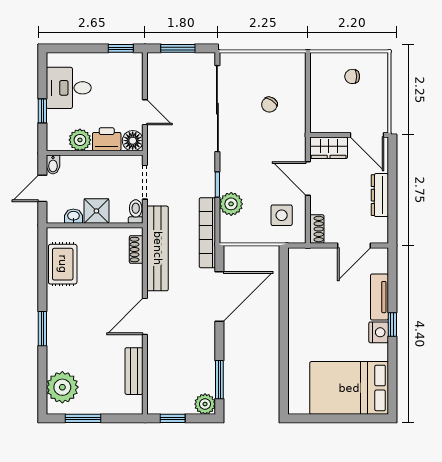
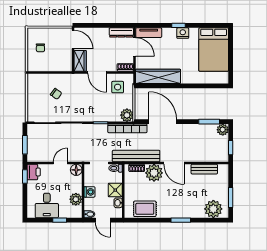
door: (367, 135) -> (73, 40), hinge flipped
printer: (107, 139) -> (34, 172), moved, turned 180
washing machine: (93, 165) -> (89, 192), added
door: (308, 179) -> (97, 72), hinge flipped
dresser: (380, 195) -> (121, 32), moved
plant: (231, 204) -> (127, 115), moved
plant: (127, 281) -> (154, 173), added
wardrobe: (301, 288) -> (158, 76), added
tv unit: (379, 297) -> (149, 33), moved

